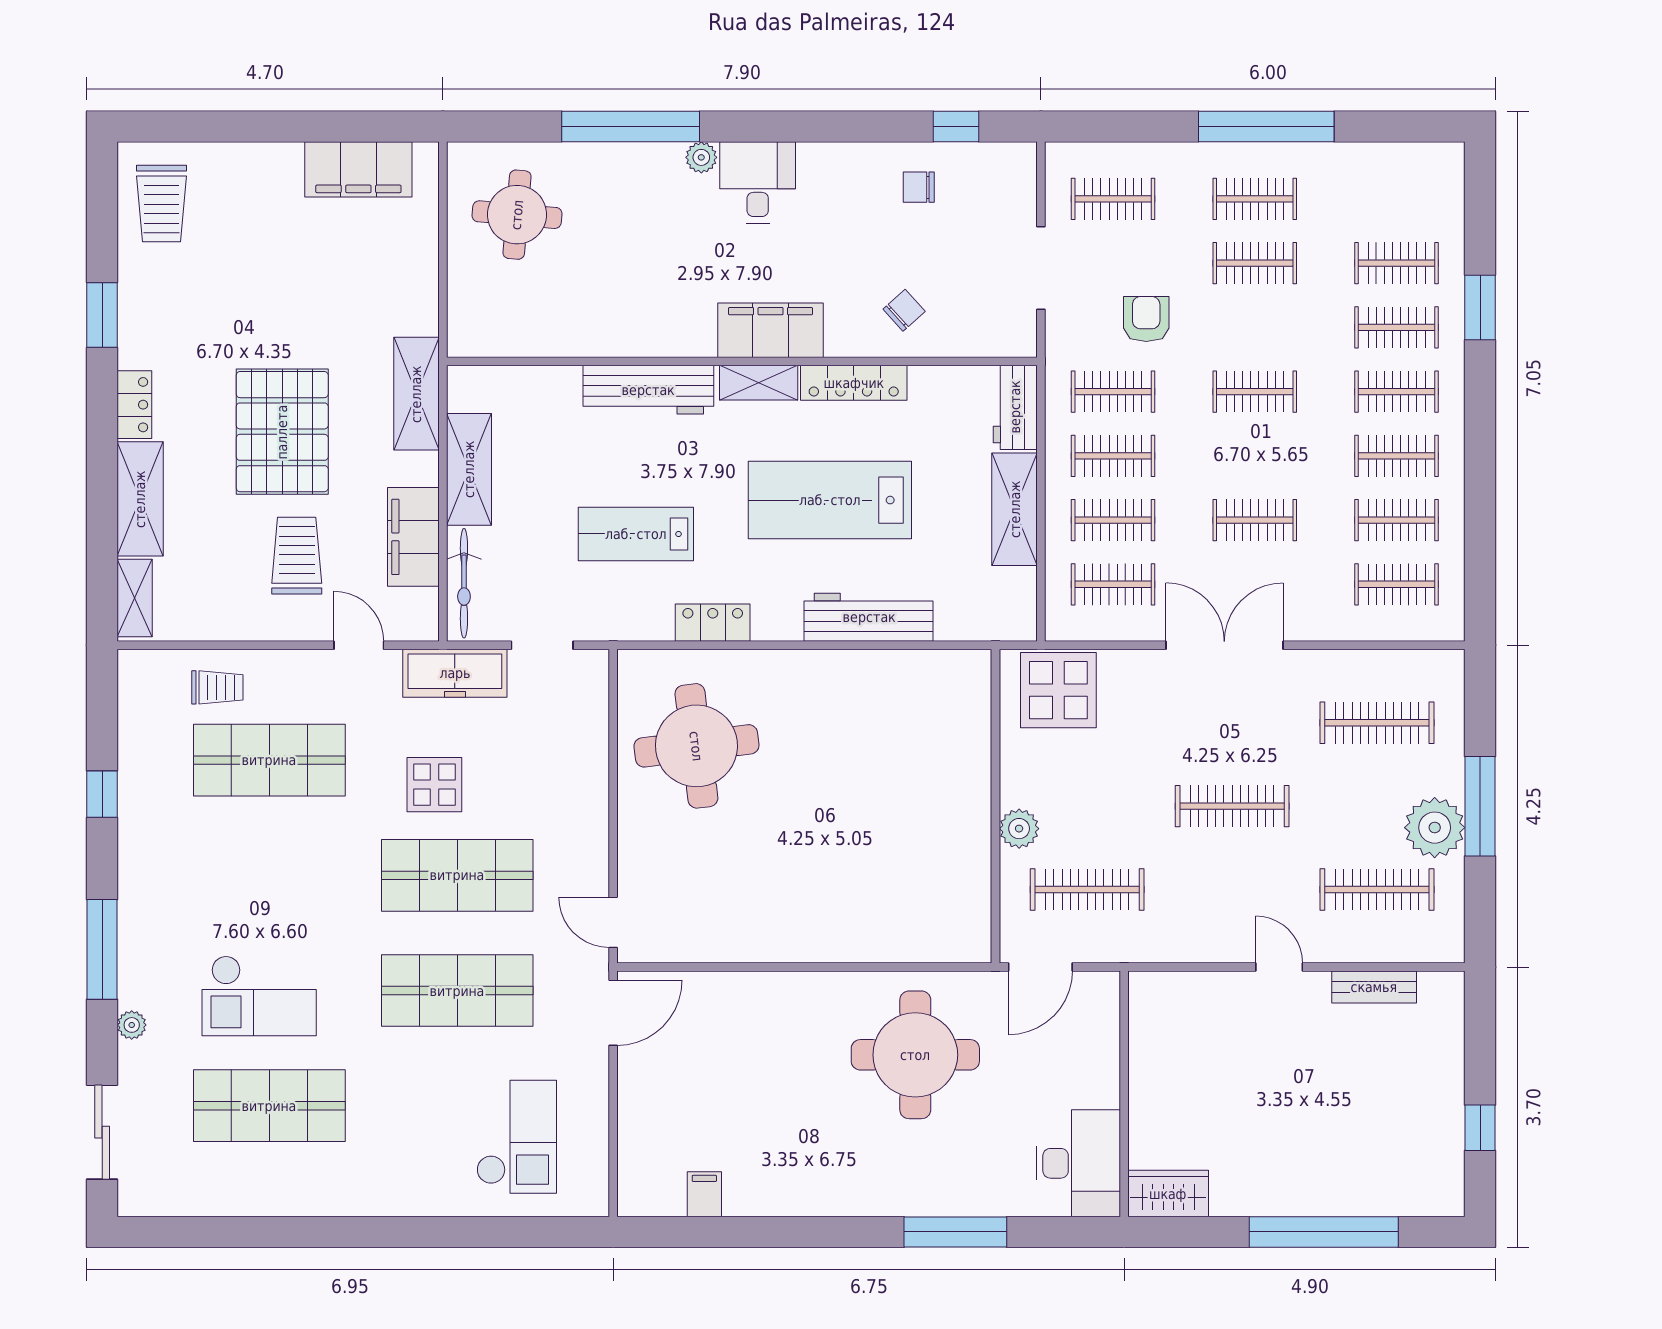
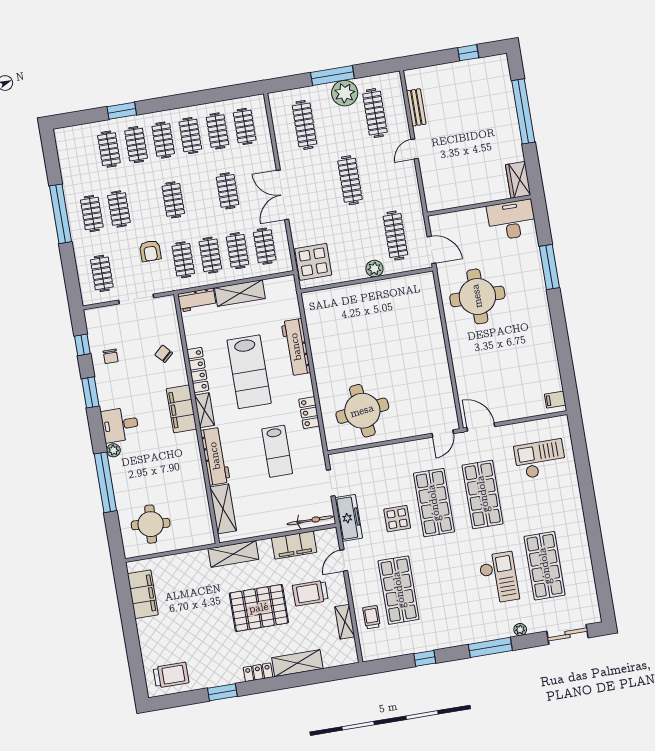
window: (843, 127) -> (90, 392), added
armchair: (1146, 319) -> (150, 251), turned -90
shelving: (469, 469) -> (223, 509), moved, turned 90
shelving: (135, 598) -> (345, 622), moved, turned 90
filing cabinet: (704, 1194) -> (555, 400), moved

